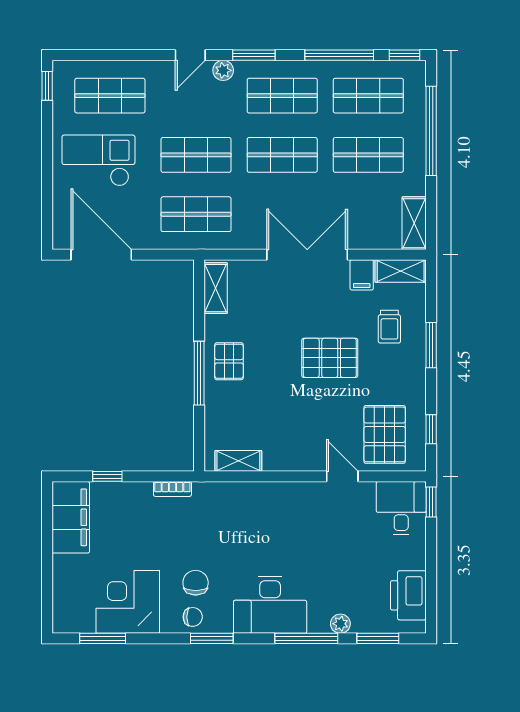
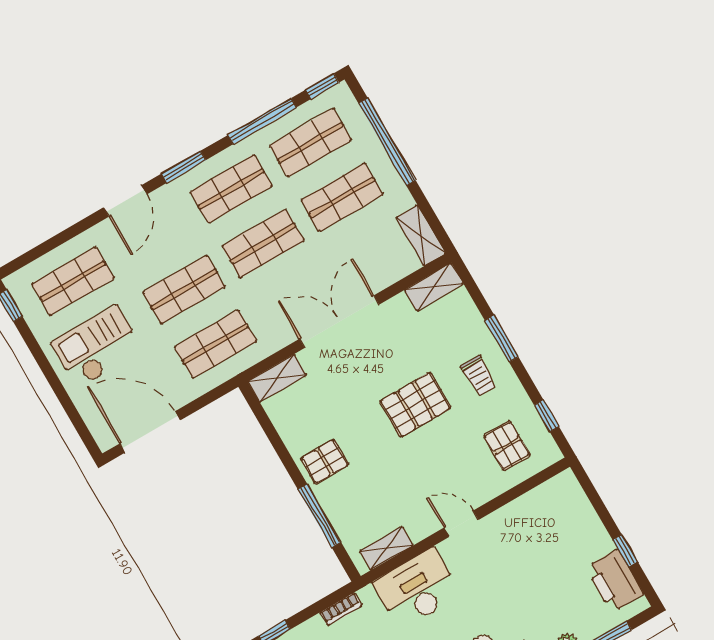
door: (190, 55) -> (125, 201), width x1.38
plant: (223, 70) -> (164, 197), removed
filing cabinet: (362, 275) -> (400, 311), removed
shelving: (216, 288) -> (277, 378), moved, turned 90
trolley: (389, 327) -> (479, 376), moved
pallet: (229, 361) -> (325, 462), turned 90
window: (199, 373) -> (319, 516), moved
pallet: (385, 434) -> (507, 446), width x0.67, depth x0.71
door: (342, 476) -> (461, 524), moved
window: (431, 502) -> (625, 551), moved
desk: (401, 508) -> (417, 589), moved, width x1.37

